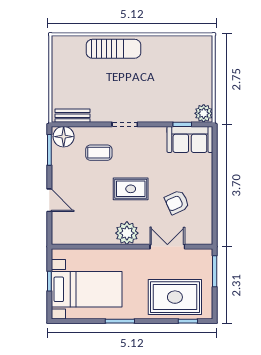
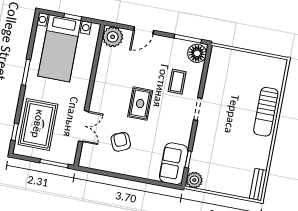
bench: (73, 116) -> (258, 184), moved
plant: (127, 233) -> (113, 37), moved

